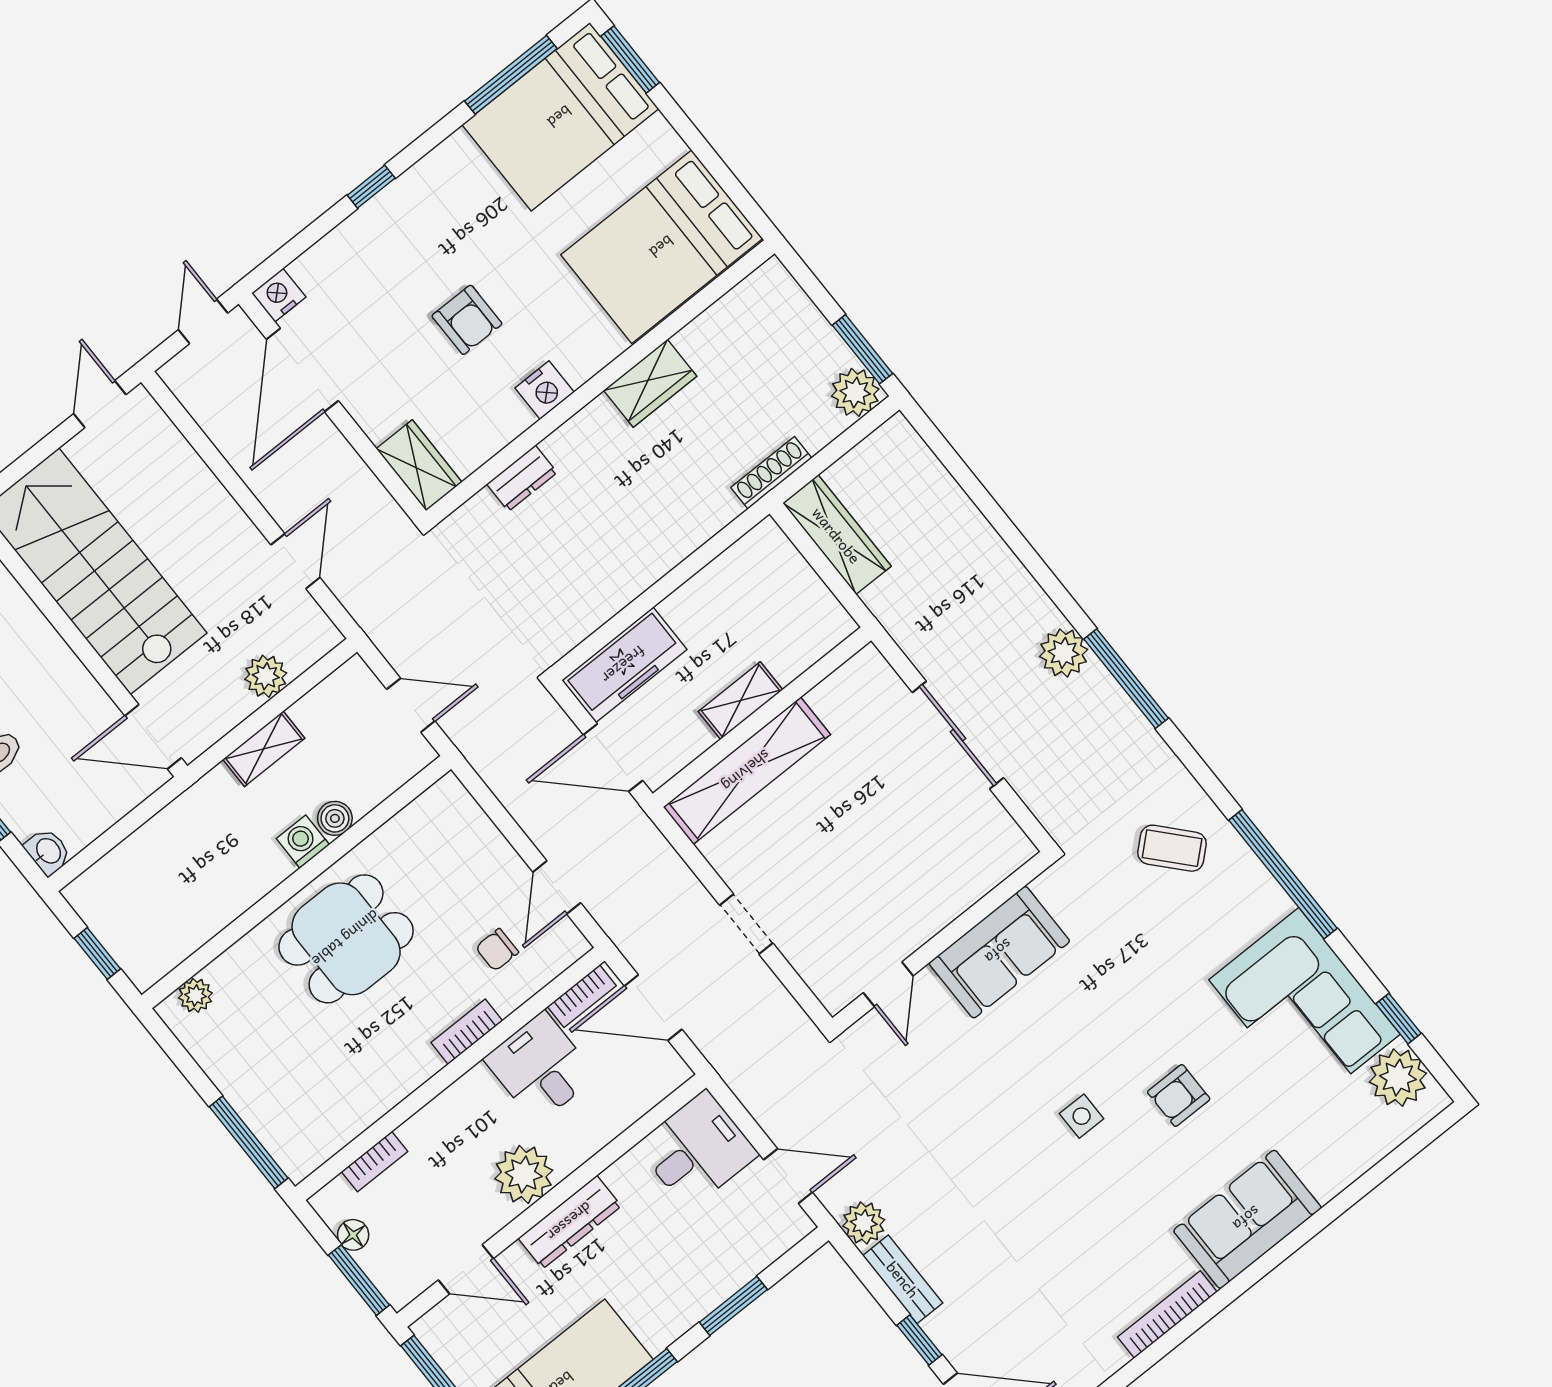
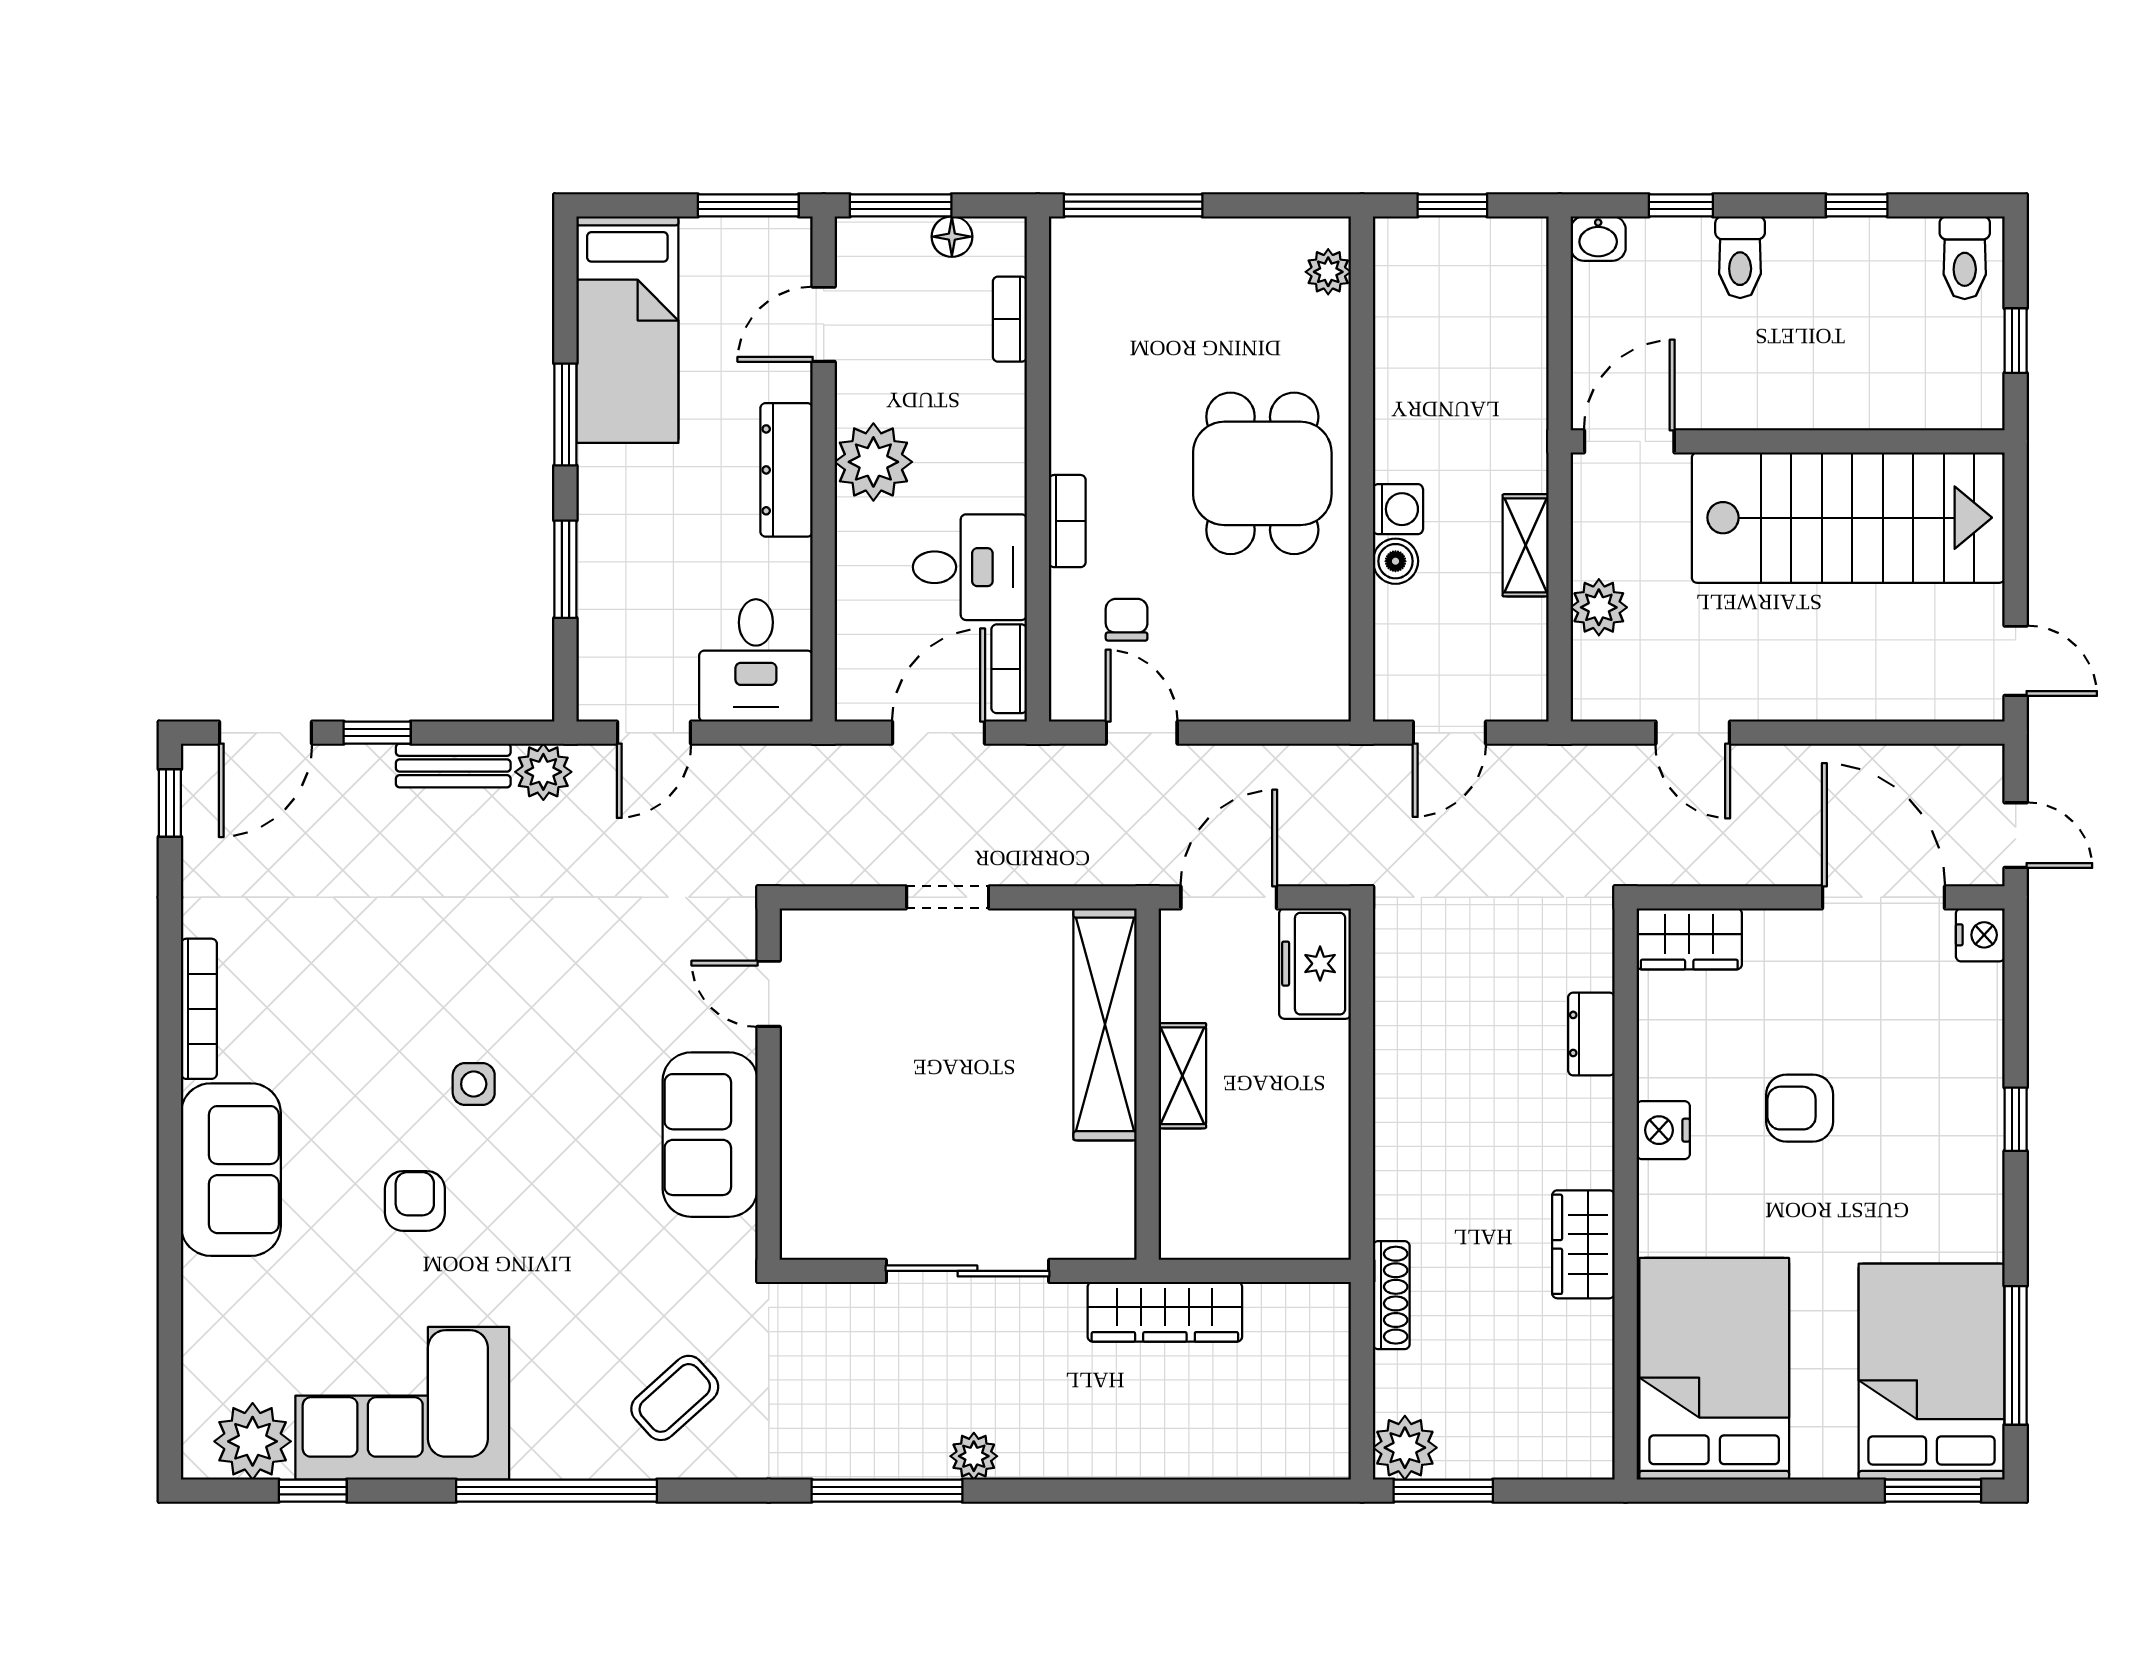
wardrobe: (837, 535) -> (1165, 1312), moved
plant: (1064, 653) -> (974, 1456), width x0.73, depth x0.73
freezer: (624, 665) -> (1315, 964), width x0.71

